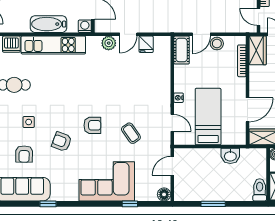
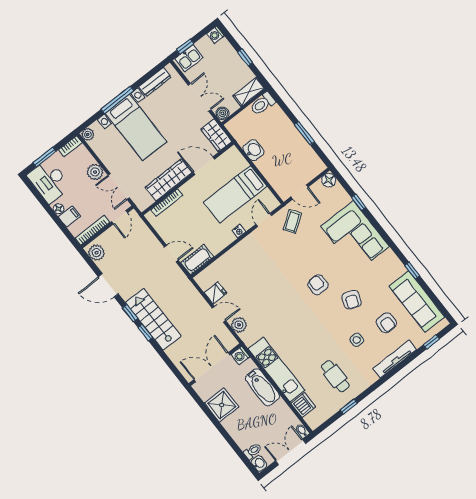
stool: (217, 44) -> (169, 235), removed
wardrobe: (258, 50) -> (169, 180), moved, width x1.50
coffee table: (131, 133) -> (292, 221), moved
armchair: (24, 154) -> (386, 323), turned 89

